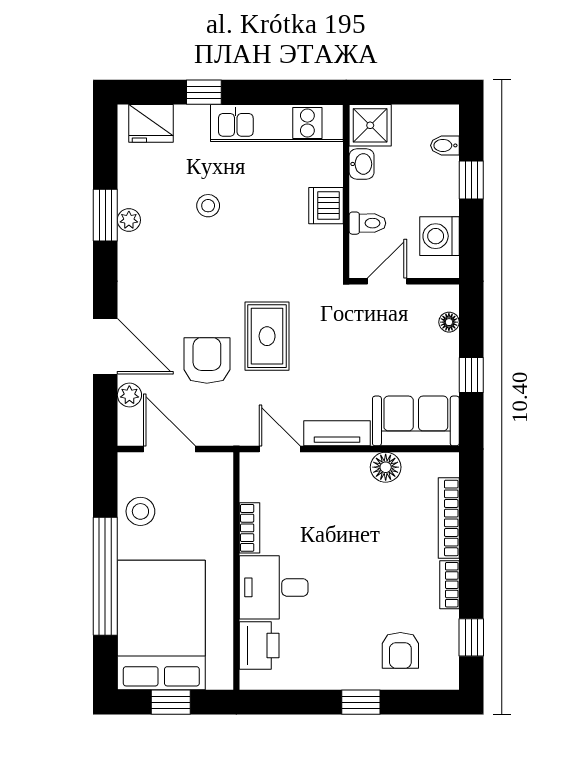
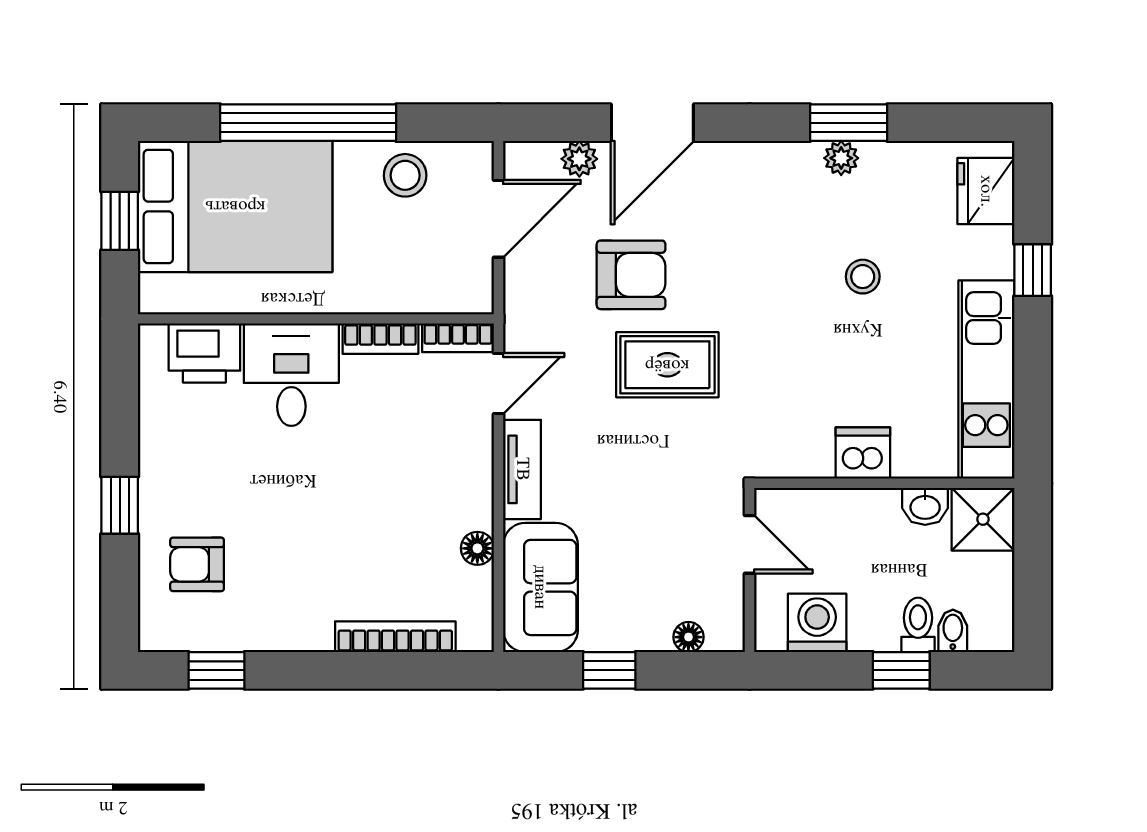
toilet: (367, 223) -> (918, 625), moved, turned 180
floor lamp: (386, 467) -> (477, 548), width x0.73, depth x0.73
bookcase: (449, 585) -> (458, 338), moved, turned 180

